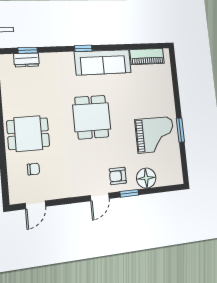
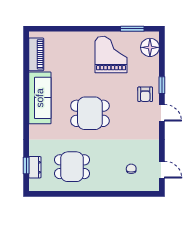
window: (83, 48) -> (26, 115), removed
window: (180, 130) -> (132, 29), moved
dining table: (28, 134) -> (72, 167), moved, turned 90
floor lamp: (146, 178) -> (150, 47), moved

